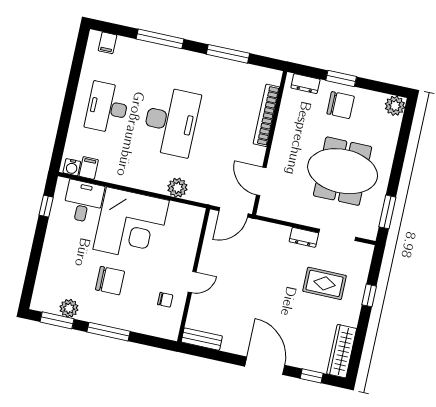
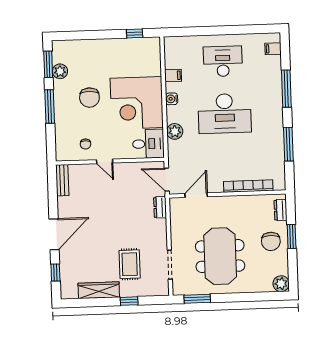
water cooler: (72, 167) -> (172, 99), moved
filing cabinet: (89, 168) -> (173, 75), moved
desk: (83, 202) -> (148, 144), moved
dresser: (304, 237) -> (160, 207), moved
wardrobe: (342, 351) -> (99, 290), moved

